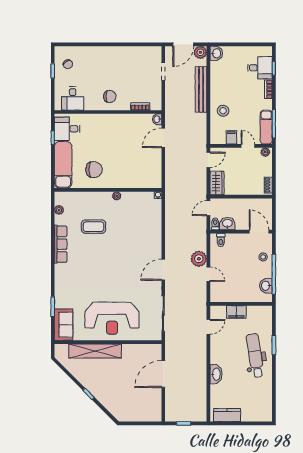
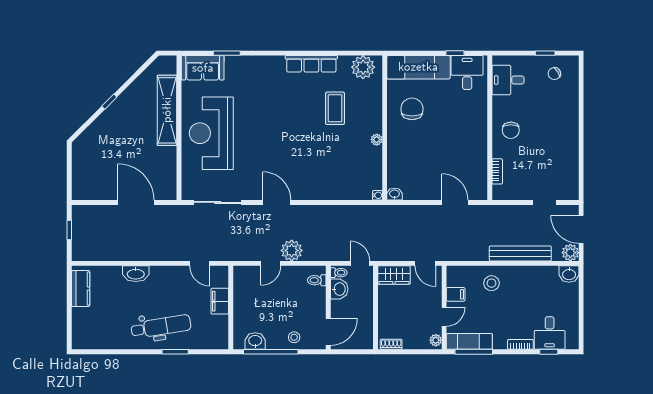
washbasin: (157, 119) -> (394, 194), moved
chair: (94, 170) -> (412, 109), turned 180
plant: (59, 210) -> (363, 67), width x1.88, depth x1.88

